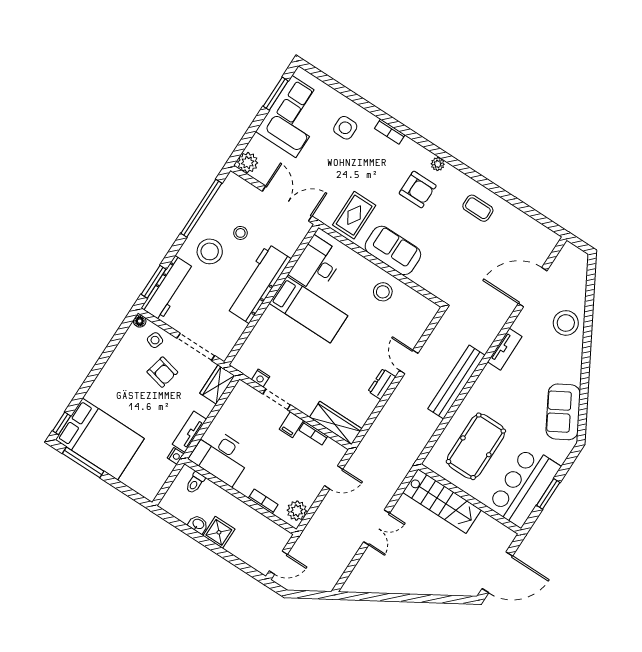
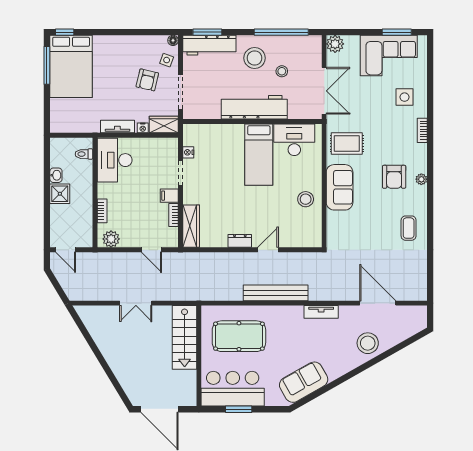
nightstand: (176, 456) -> (143, 128), moved

